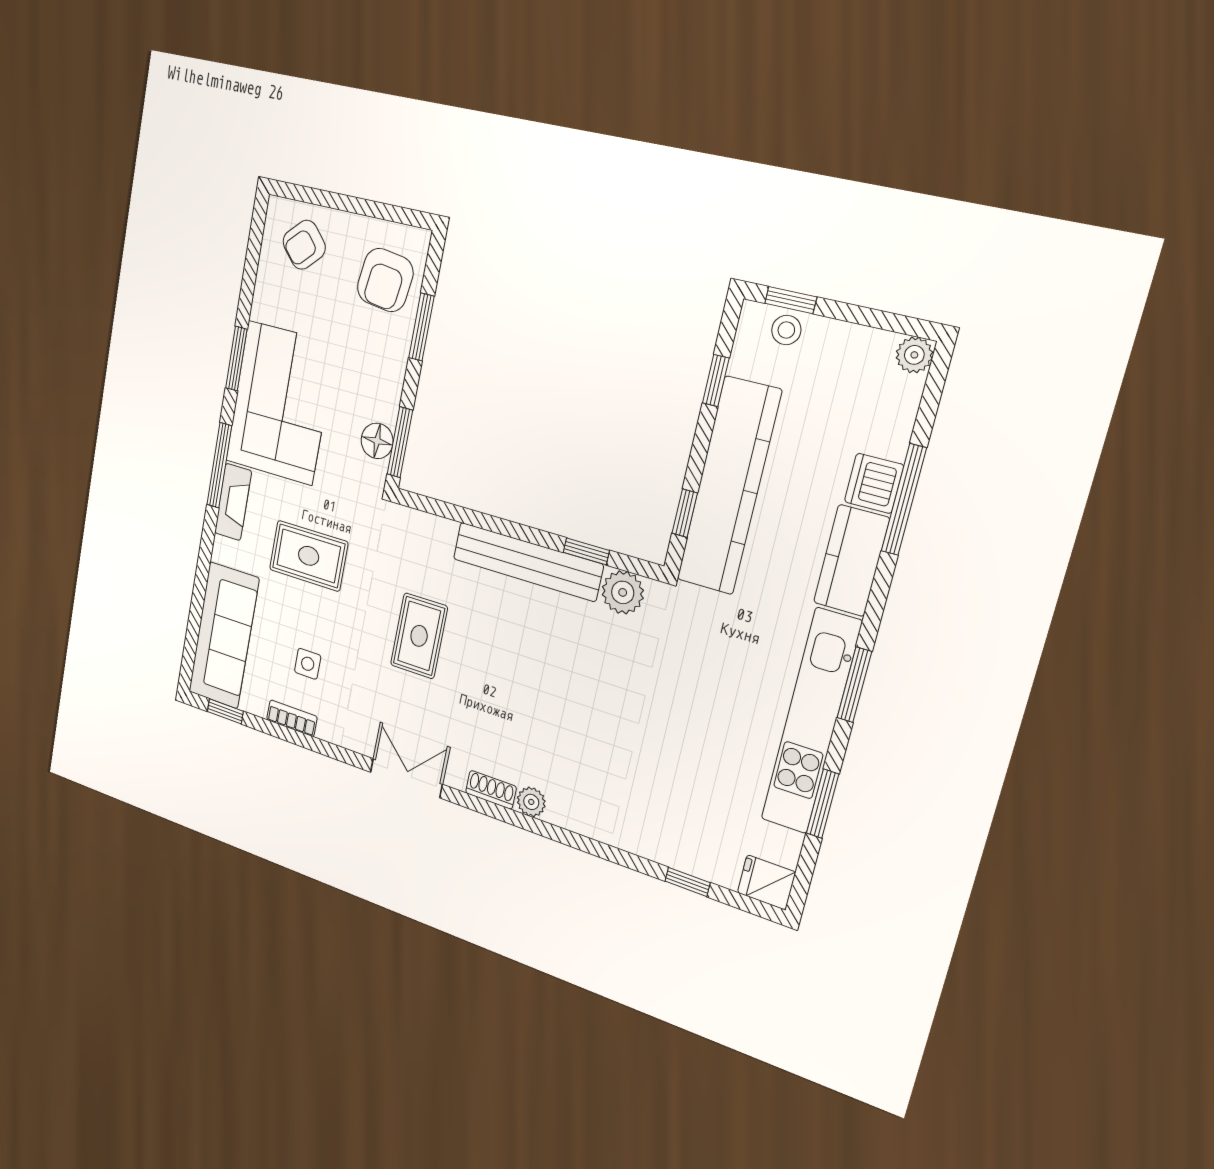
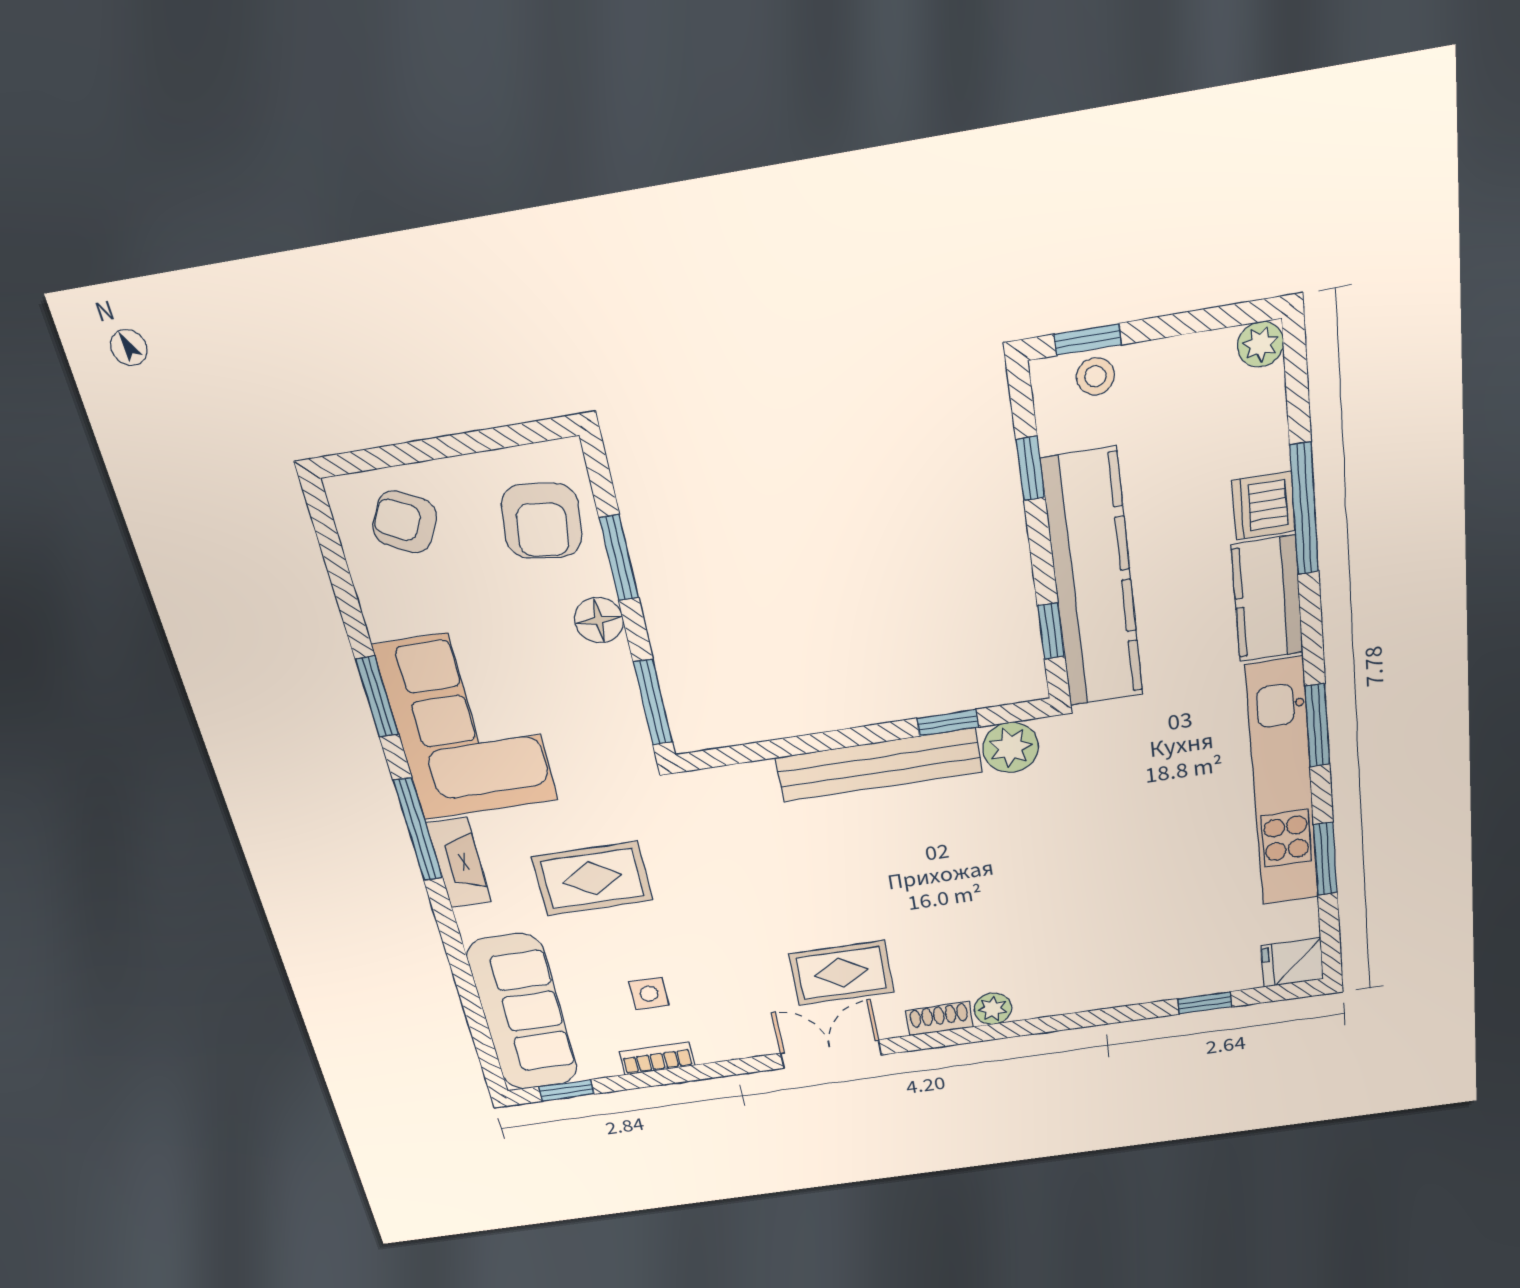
armchair: (304, 245) -> (404, 522), turned 71
floor lamp: (377, 441) -> (599, 620), moved
rug: (419, 636) -> (841, 973), moved, turned 90

